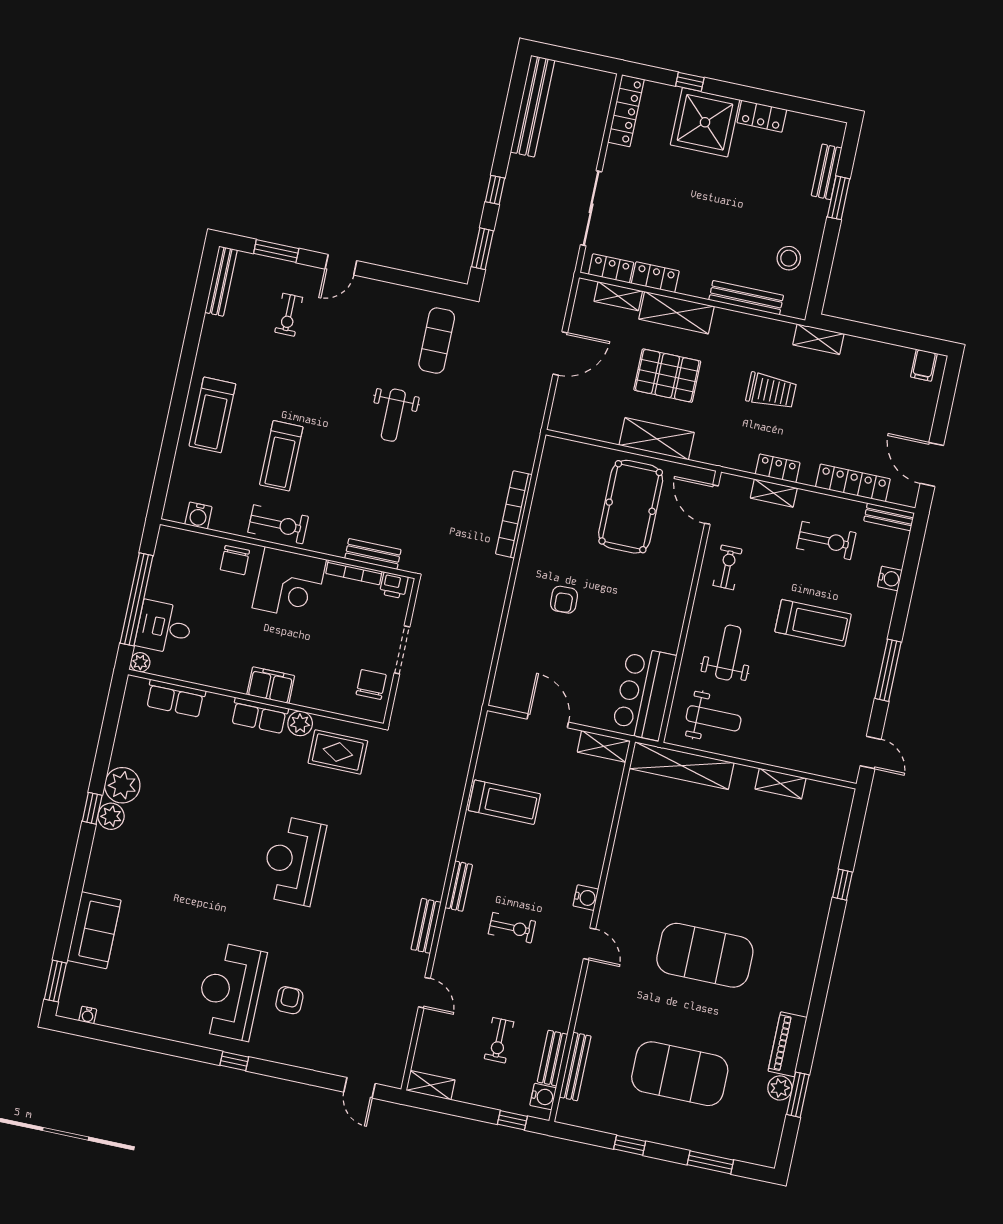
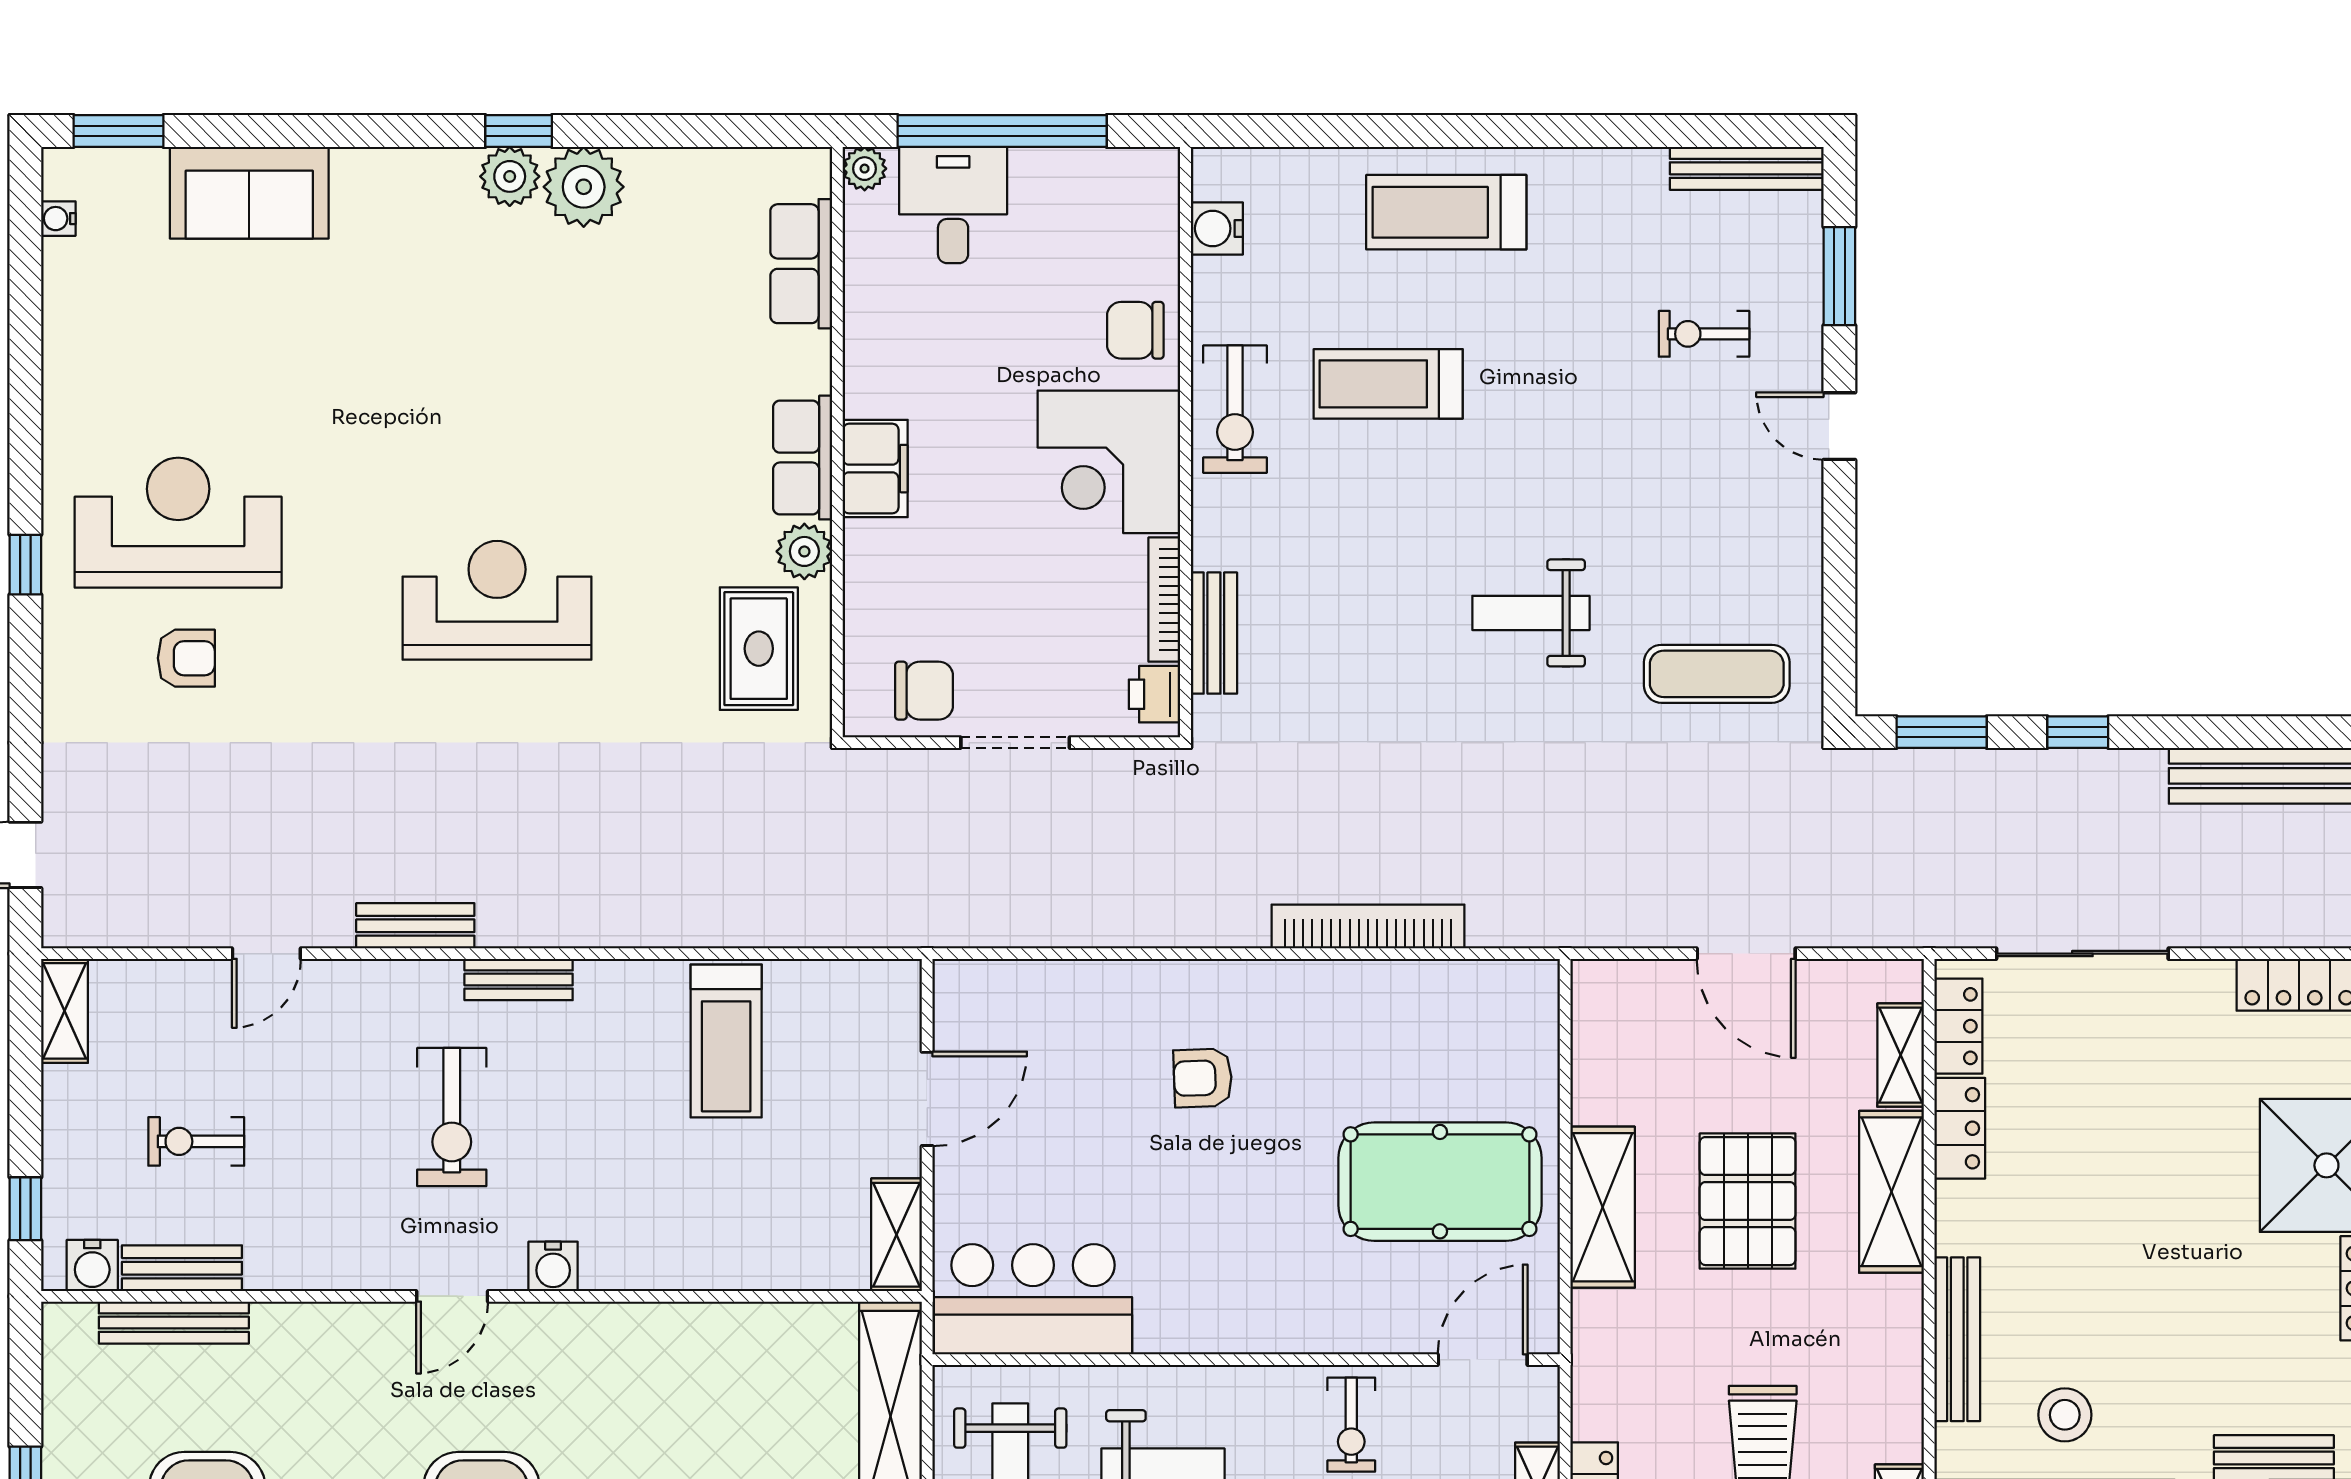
exercise bike: (727, 567) -> (1351, 1425), turned 90
exercise bike: (512, 928) -> (452, 1117), width x1.38, depth x1.39

